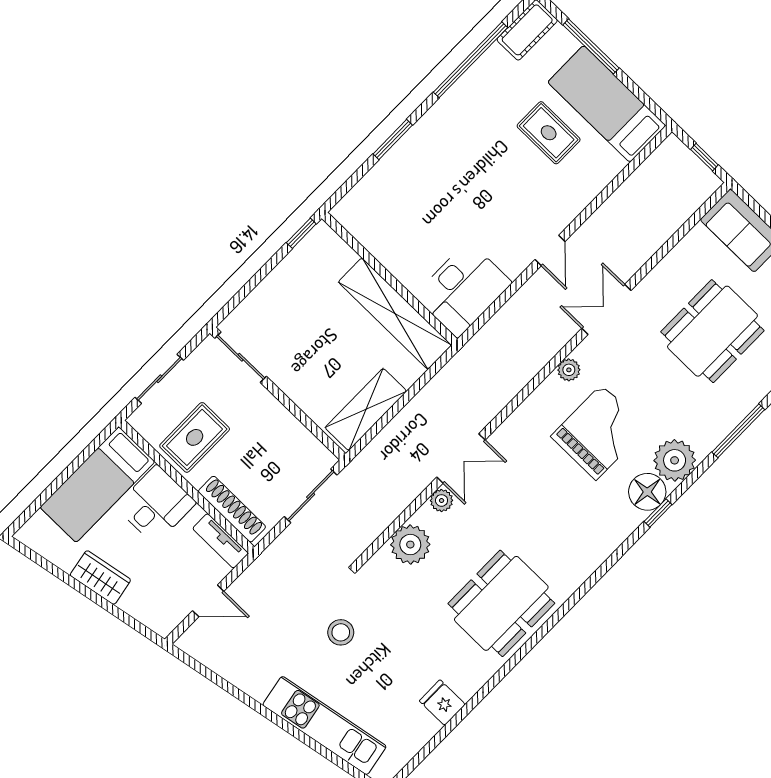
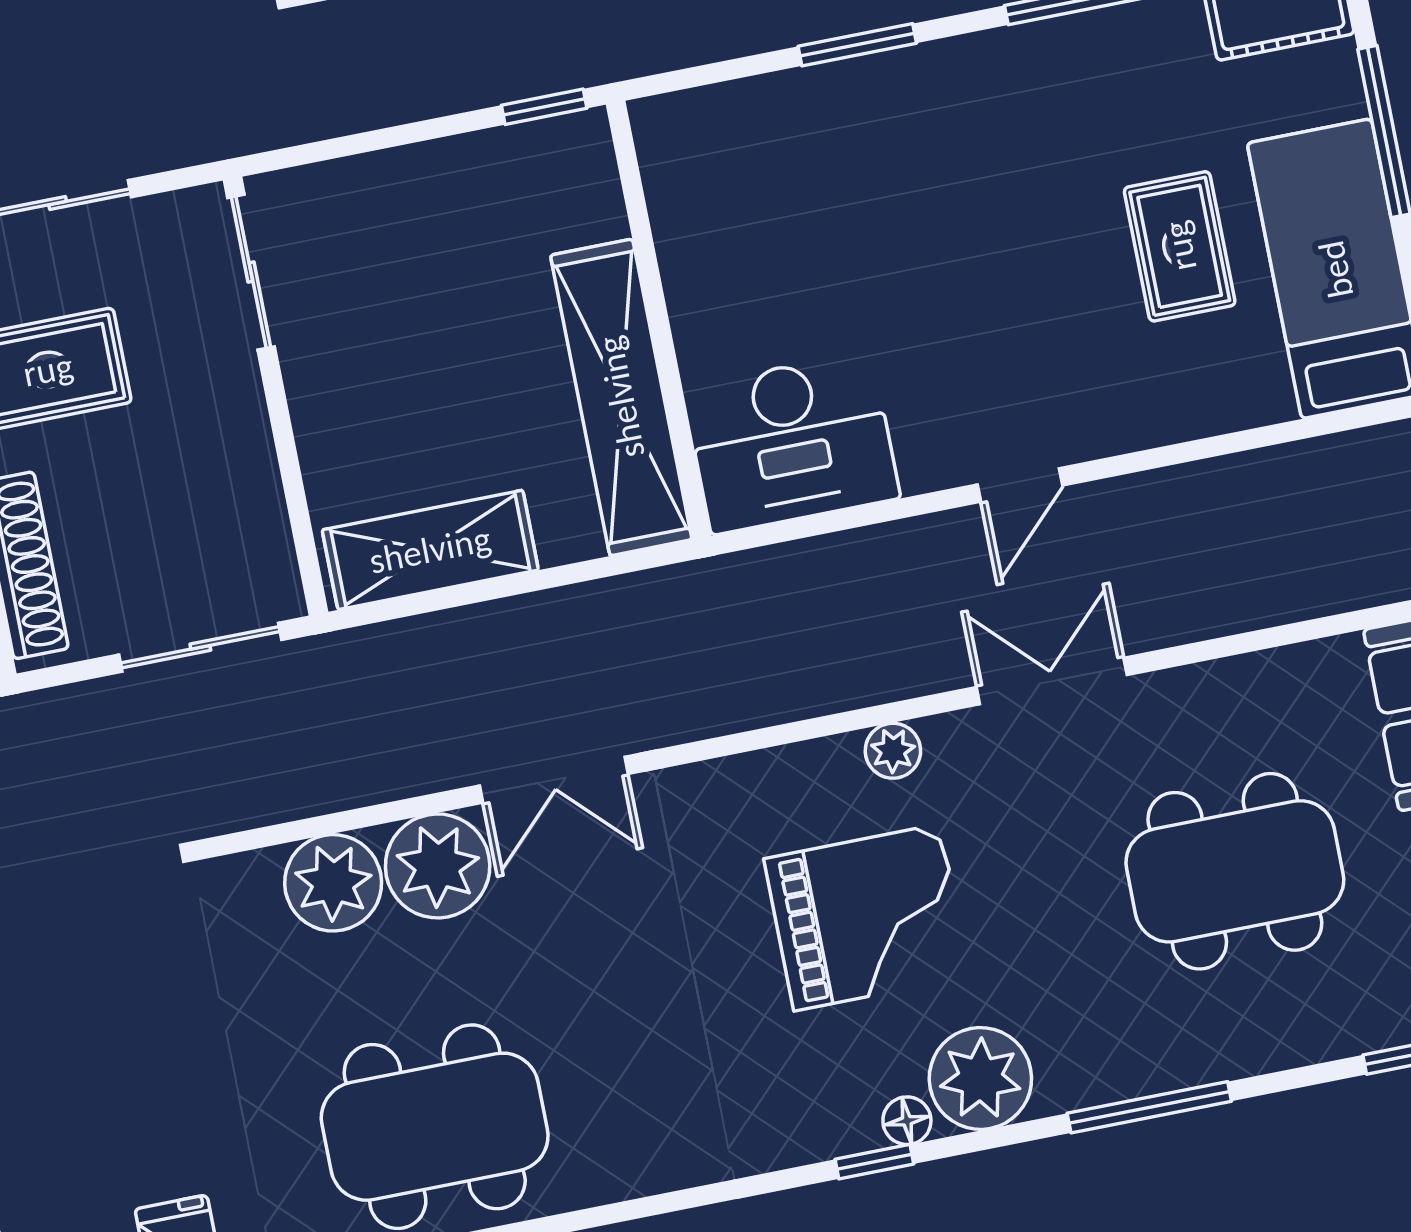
floor lamp: (647, 492) -> (907, 1121), width x0.53, depth x0.53
plant: (442, 500) -> (438, 866), width x1.88, depth x1.88
stool: (341, 632) -> (72, 963), removed

